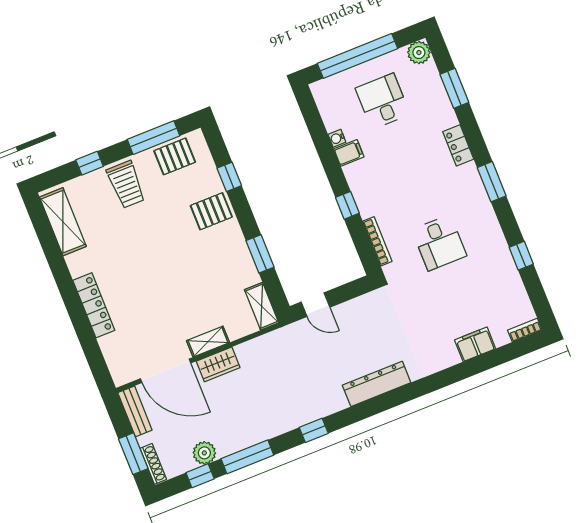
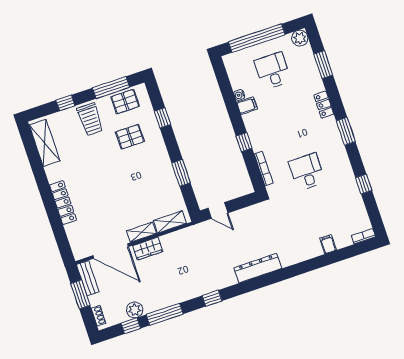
pallet: (211, 211) -> (130, 137), moved
desk: (439, 243) -> (307, 172), turned 180
shelving: (262, 306) -> (170, 222), moved, turned 90
filing cabinet: (475, 344) -> (328, 244), width x0.50
window: (133, 454) -> (80, 294), moved
shoe rack: (153, 464) -> (99, 316), width x0.70

